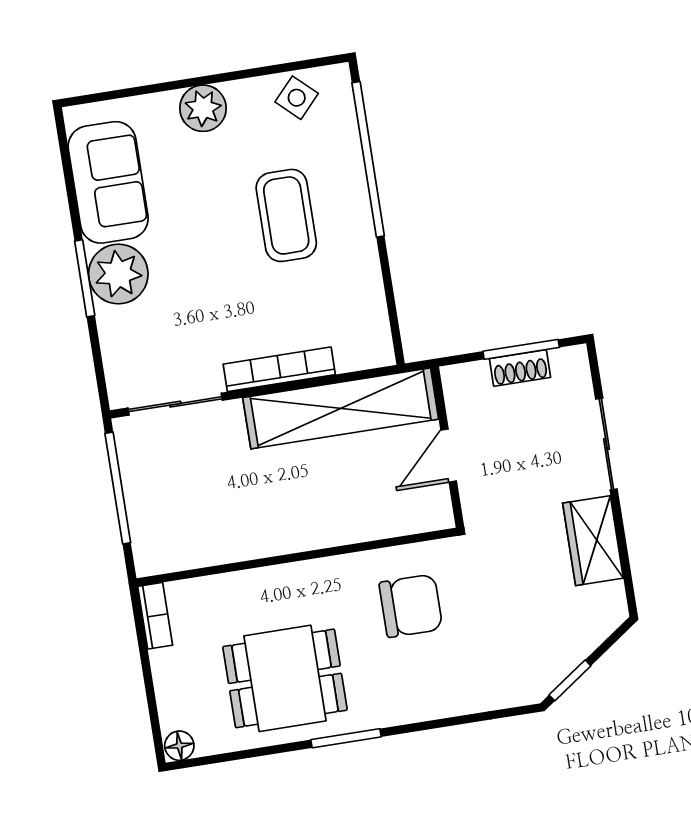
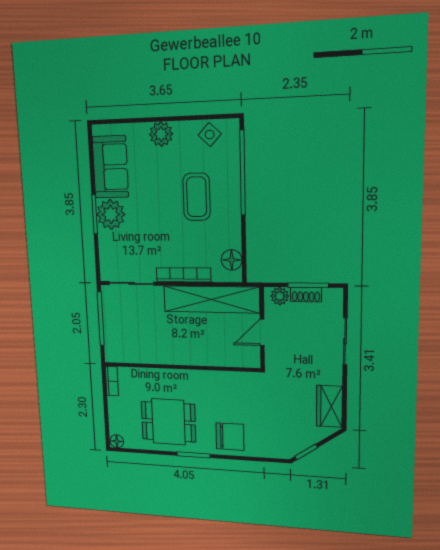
floor lamp: (370, 325) -> (232, 260), added
plant: (472, 379) -> (280, 296), added
wardrobe: (593, 541) -> (329, 406), moved
chair: (411, 606) -> (230, 437), moved

